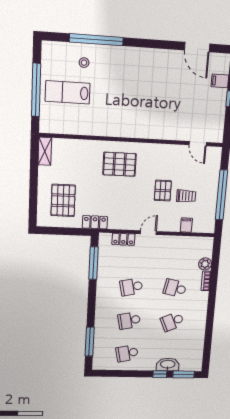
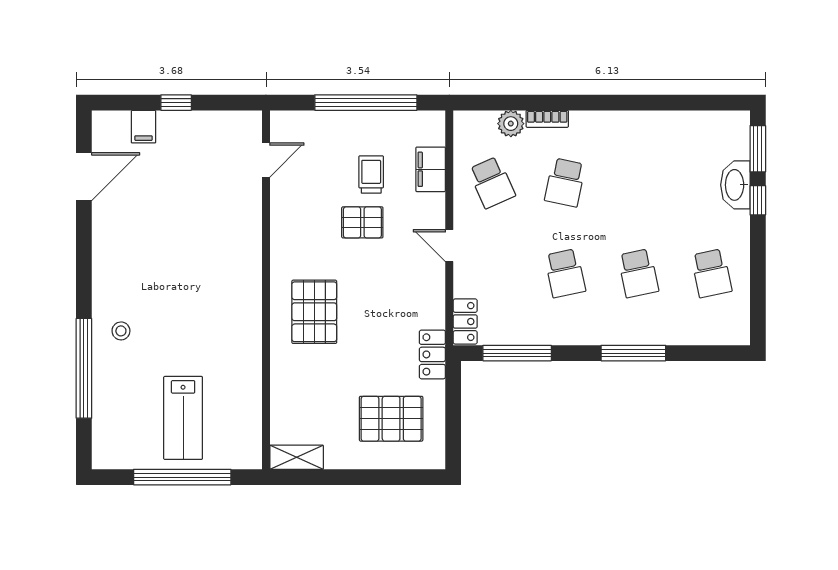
stool: (84, 63) -> (121, 331), moved
filing cabinet: (186, 225) -> (431, 169), width x2.00
locker: (123, 239) -> (465, 322), moved
school desk: (172, 322) -> (492, 182), moved
window: (90, 342) -> (633, 353), moved

